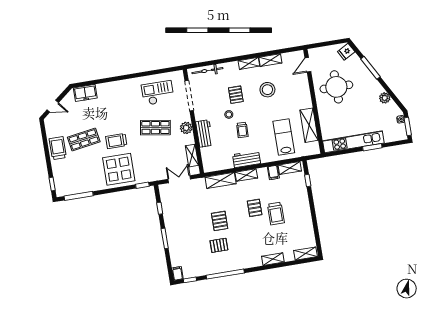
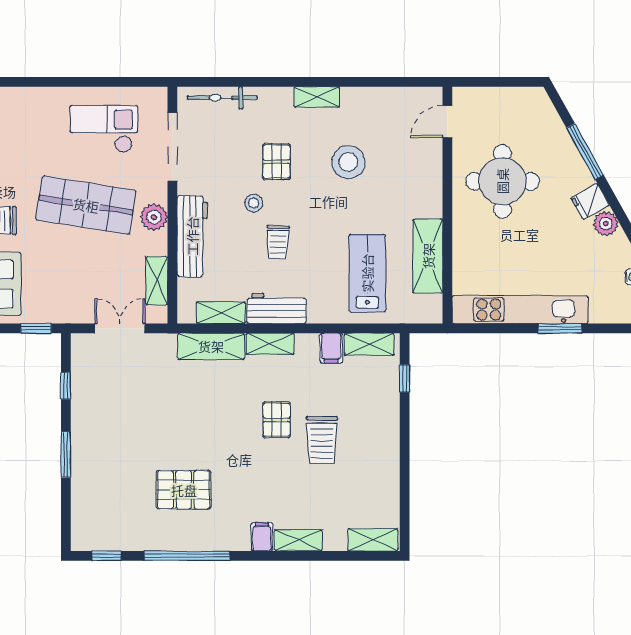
fridge: (346, 52) -> (590, 201), moved
shelving: (270, 60) -> (221, 313), moved
shop shelf: (155, 128) -> (86, 205), width x1.43, depth x1.36
workbench: (204, 133) -> (192, 236), width x1.38
pallet: (220, 221) -> (194, 436), removed
pallet: (219, 245) -> (184, 490), width x1.50, depth x1.42
filing cabinet: (177, 273) -> (262, 537), moved

